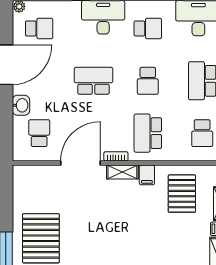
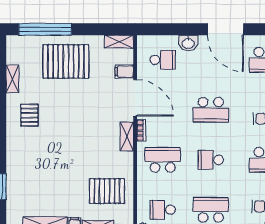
school desk: (93, 81) -> (211, 110), turned 90
filing cabinet: (147, 175) -> (124, 72), moved
shelving: (19, 181) -> (119, 42), added

